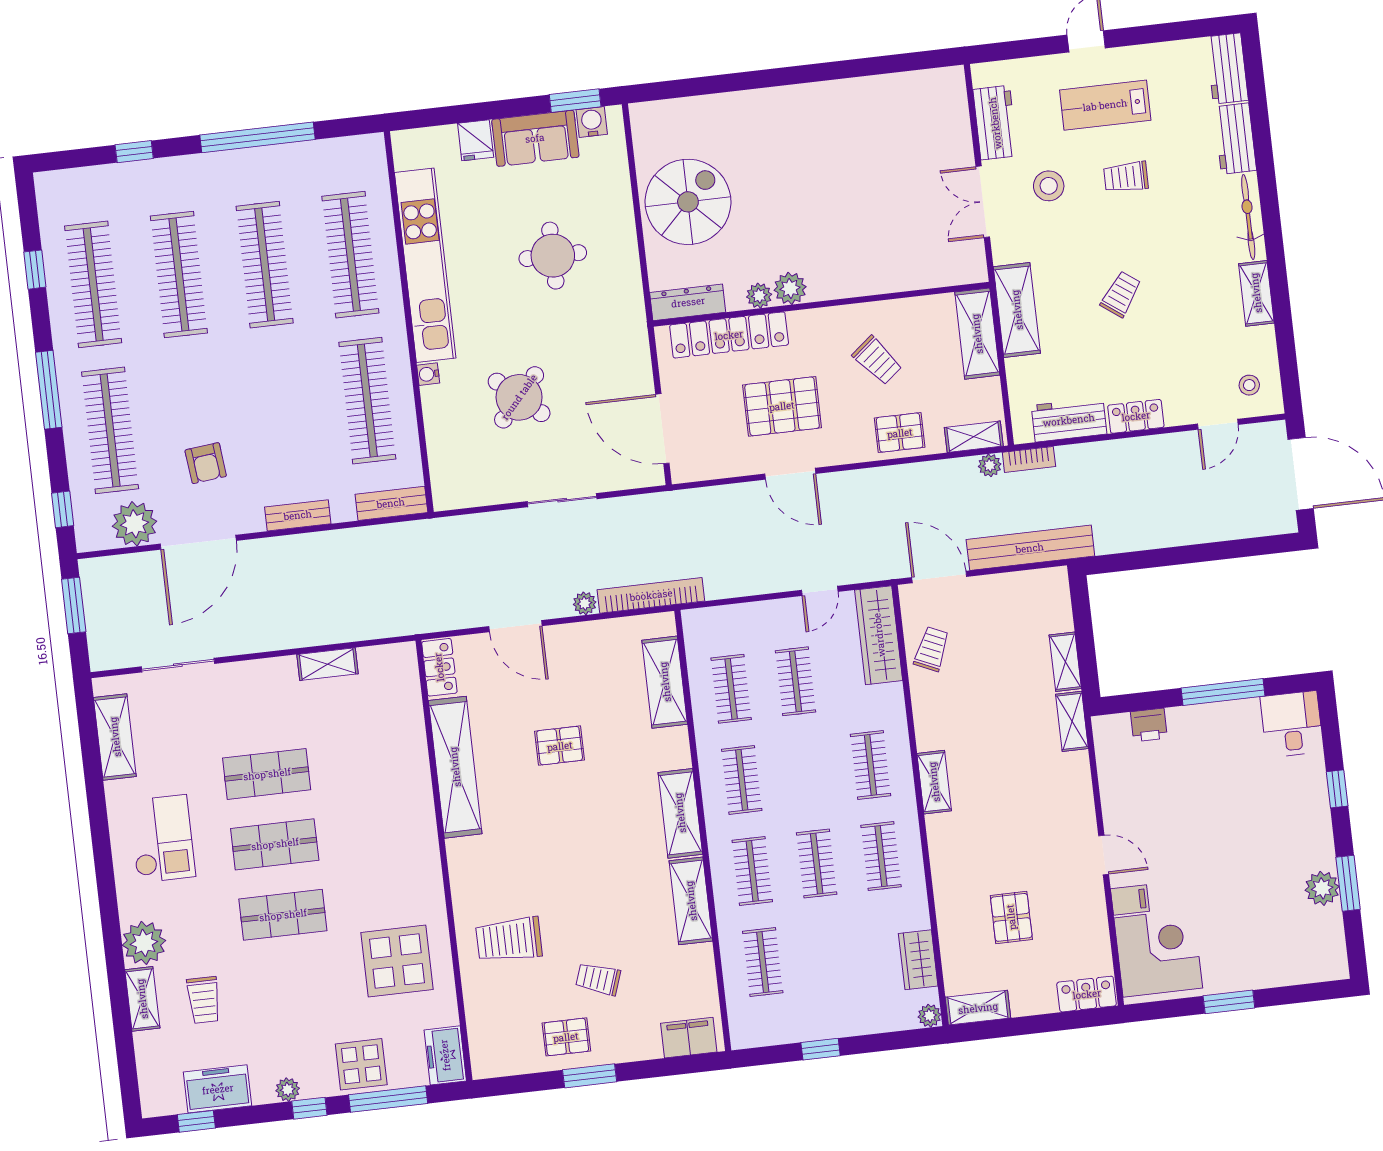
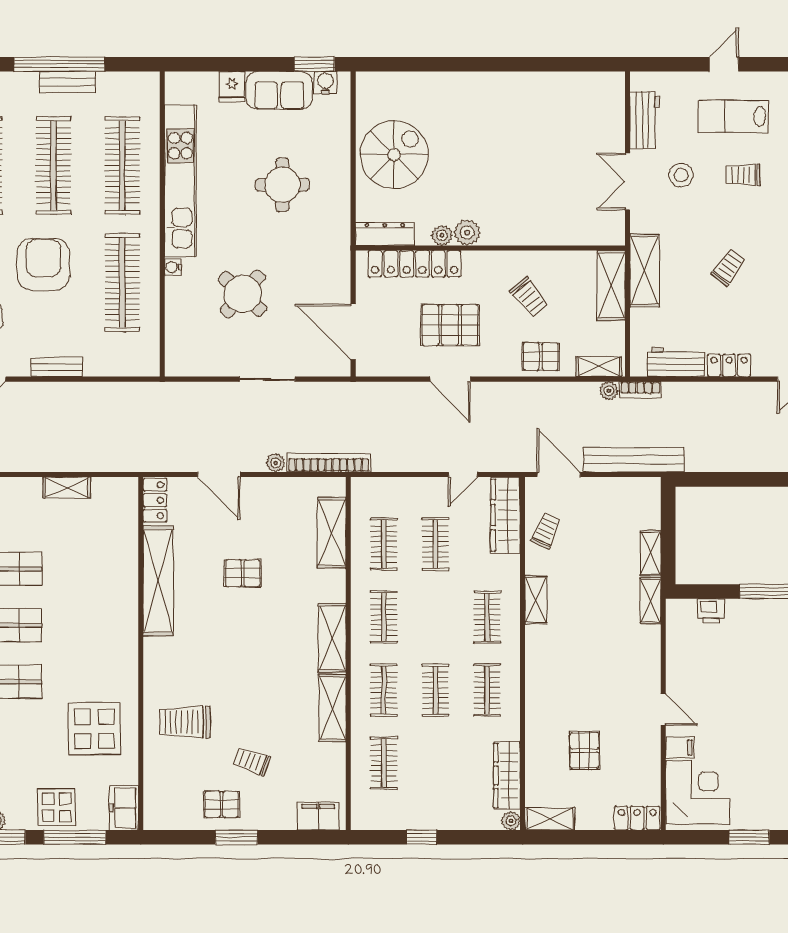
armchair: (266, 389) -> (43, 264), added
bench: (391, 503) -> (68, 82), moved
shelving: (934, 782) -> (536, 600), moved
wardrobe: (918, 960) -> (507, 776), width x1.50

